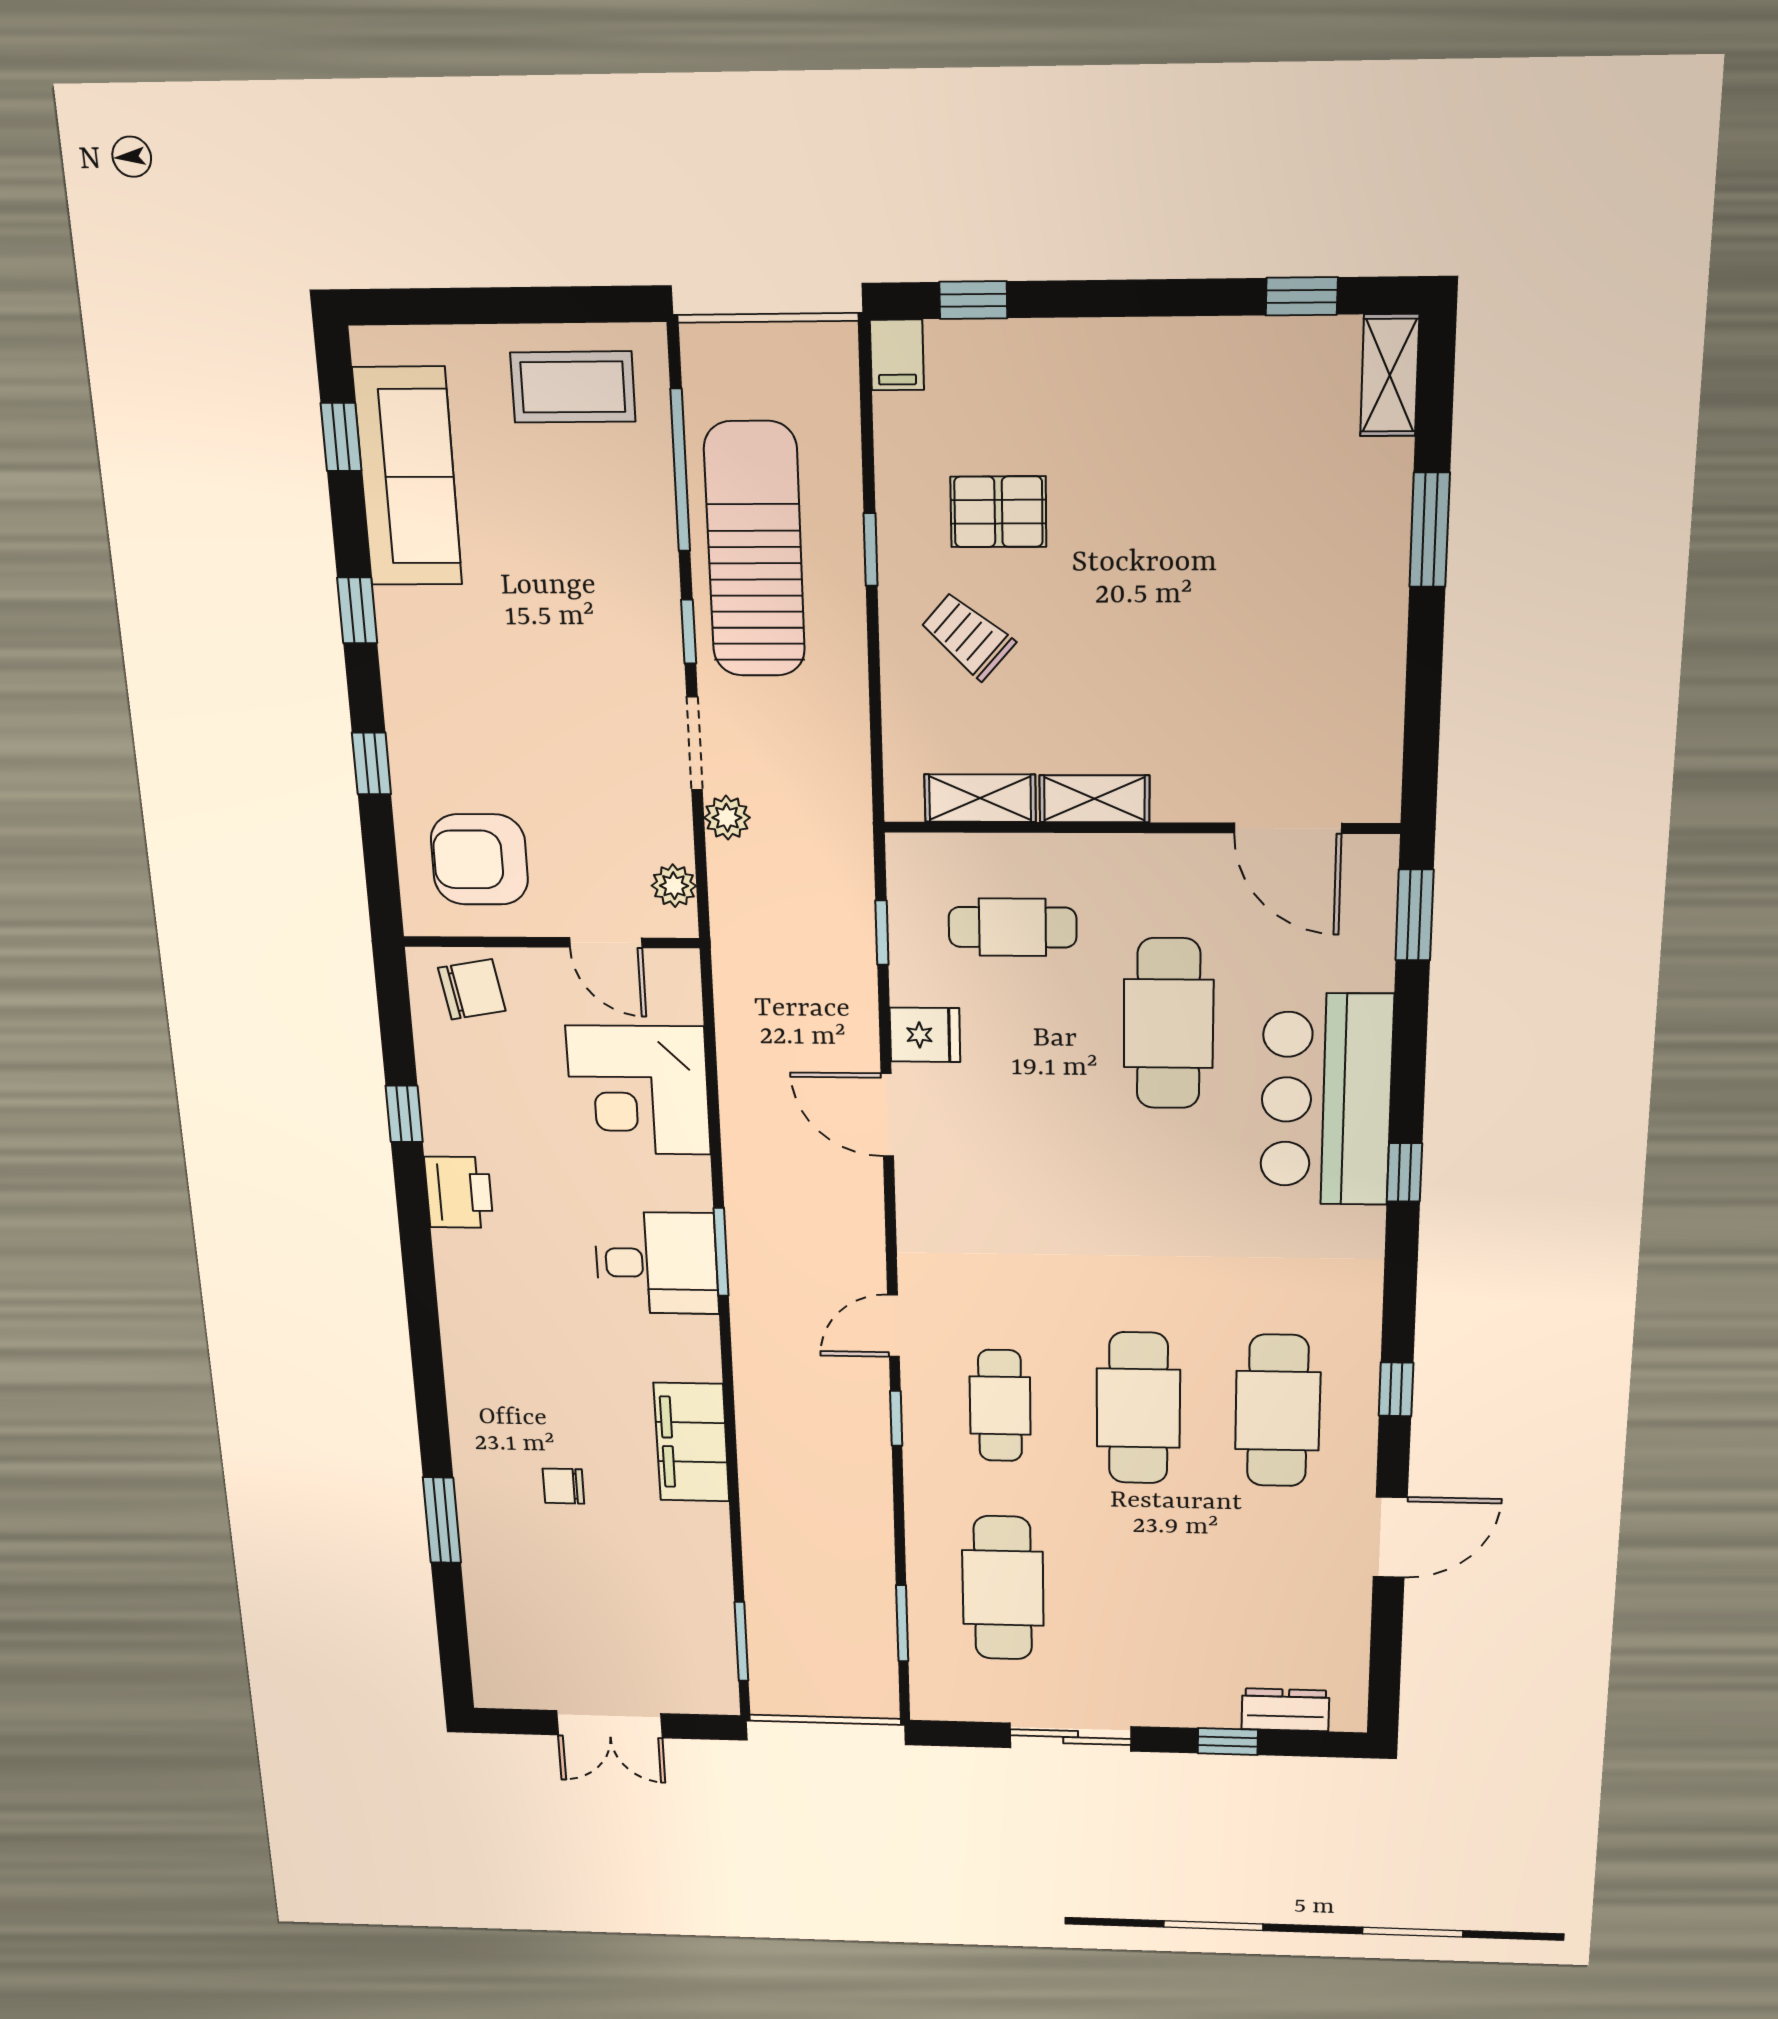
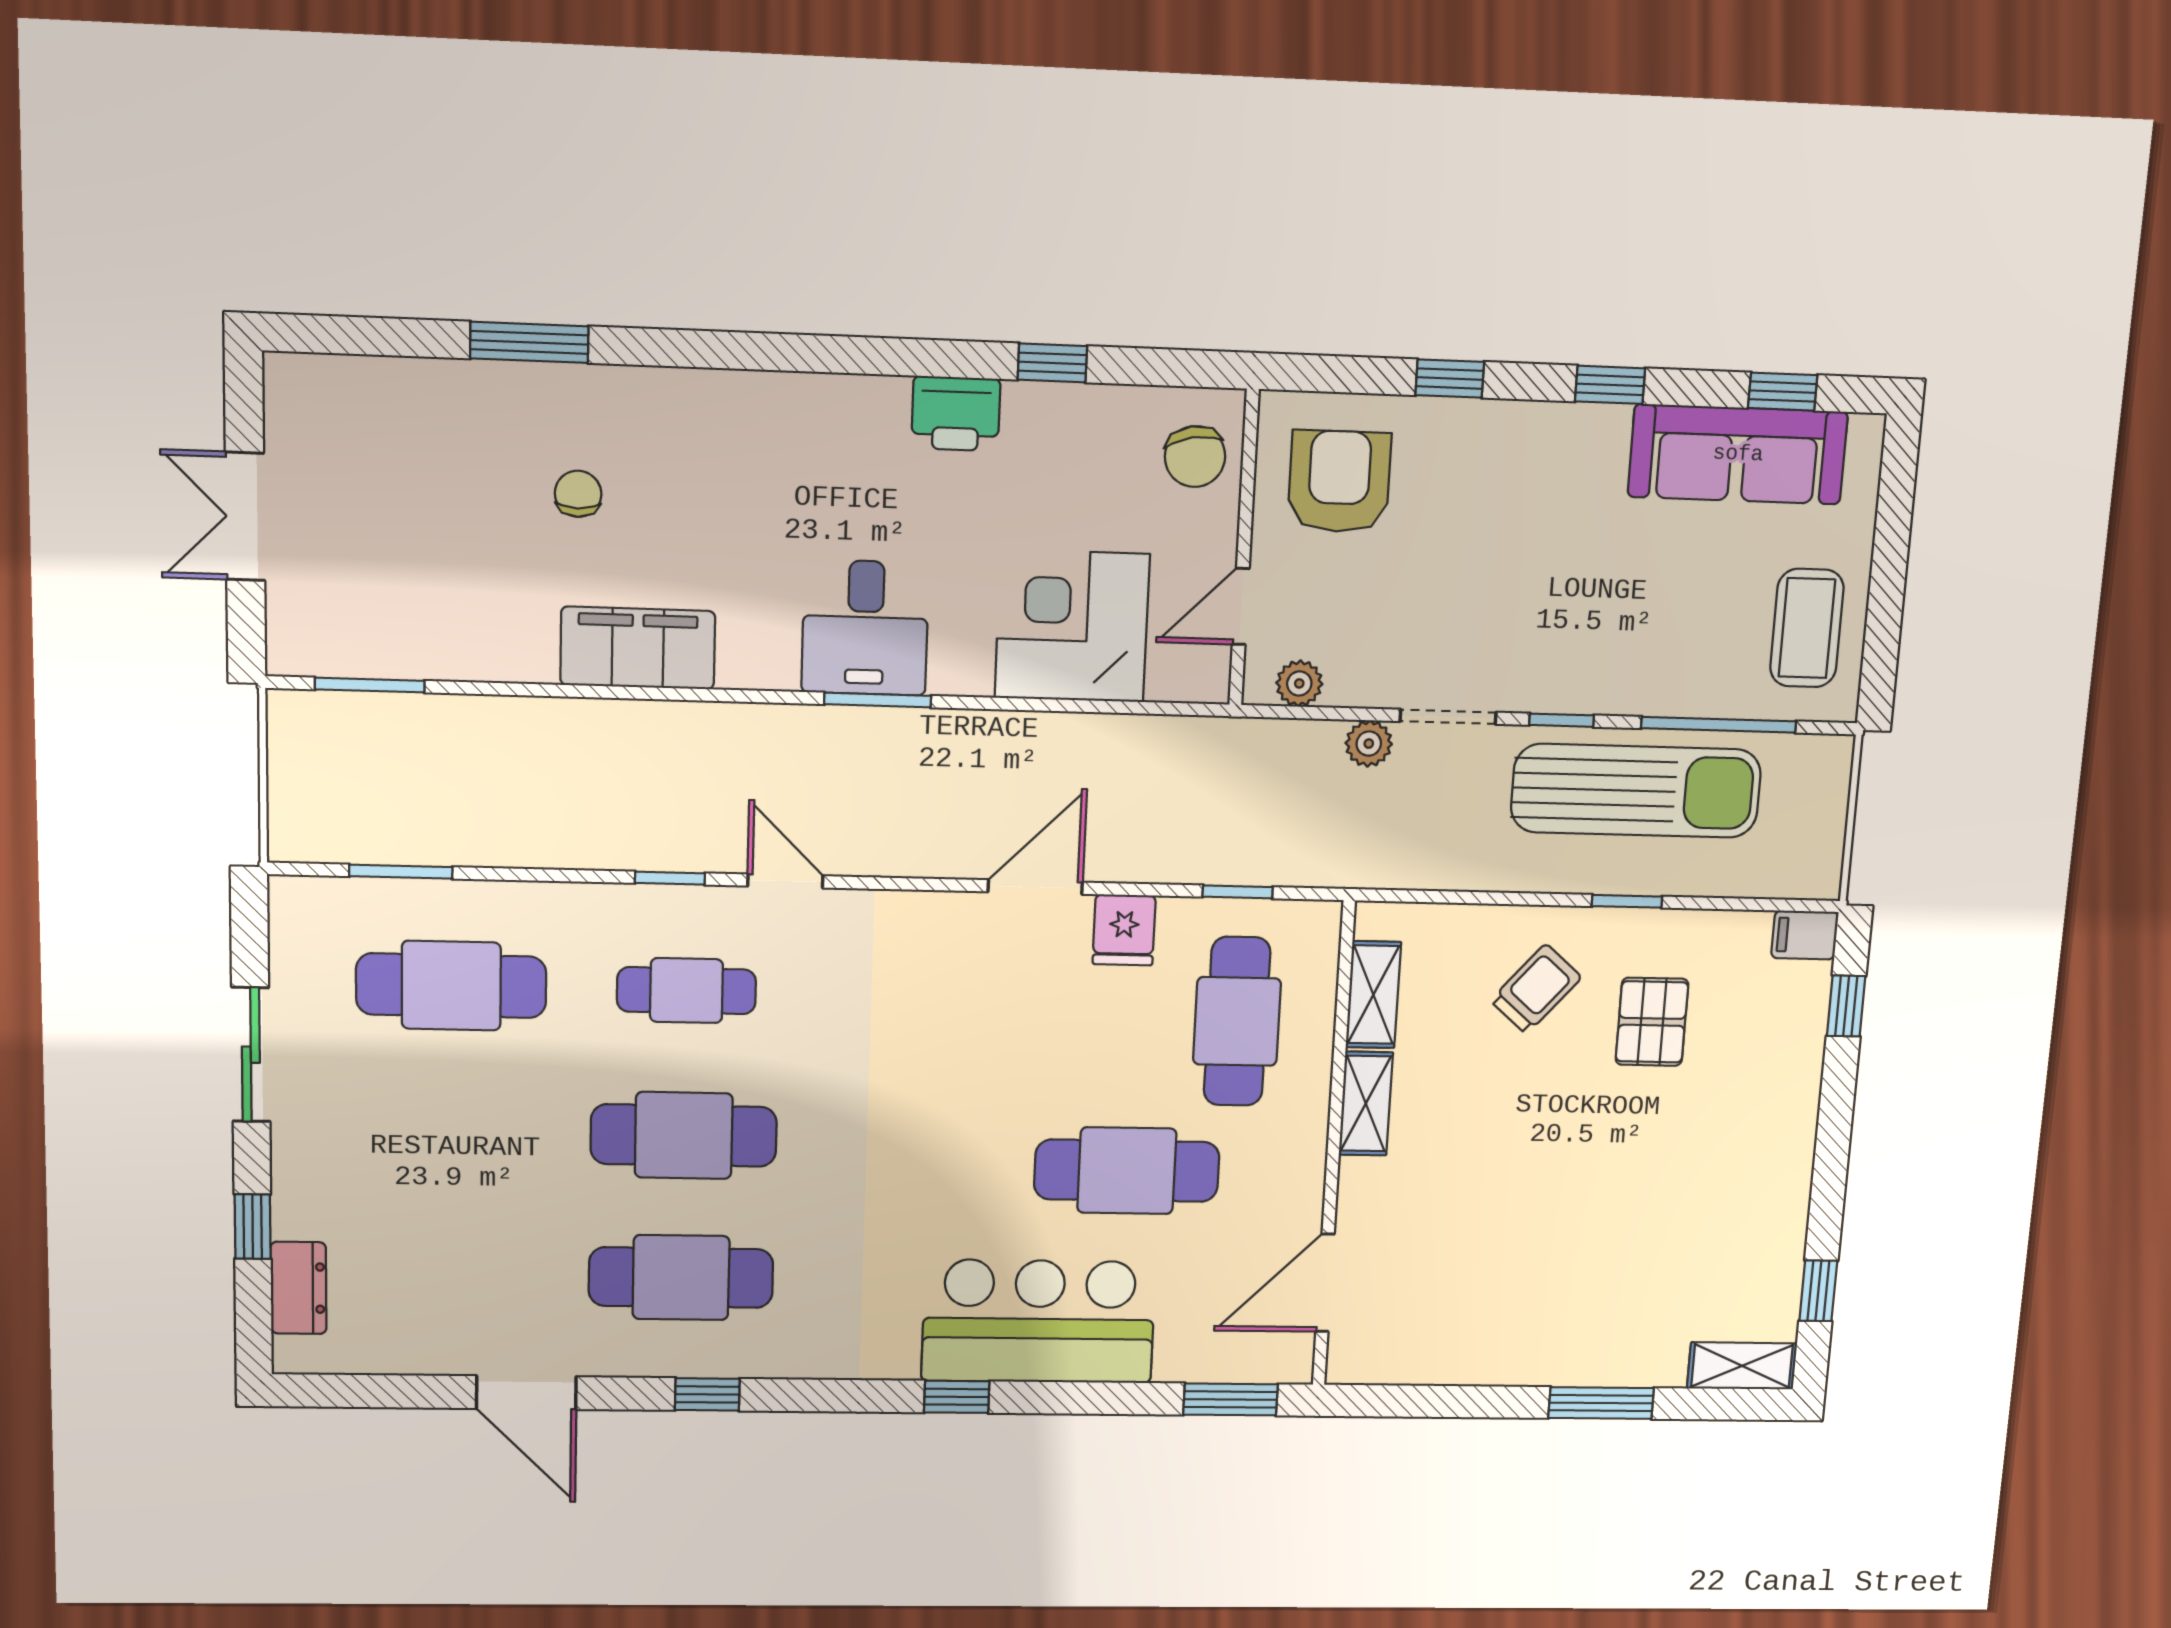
cafe table: (1013, 927) -> (1237, 1021), width x1.37, depth x1.35

